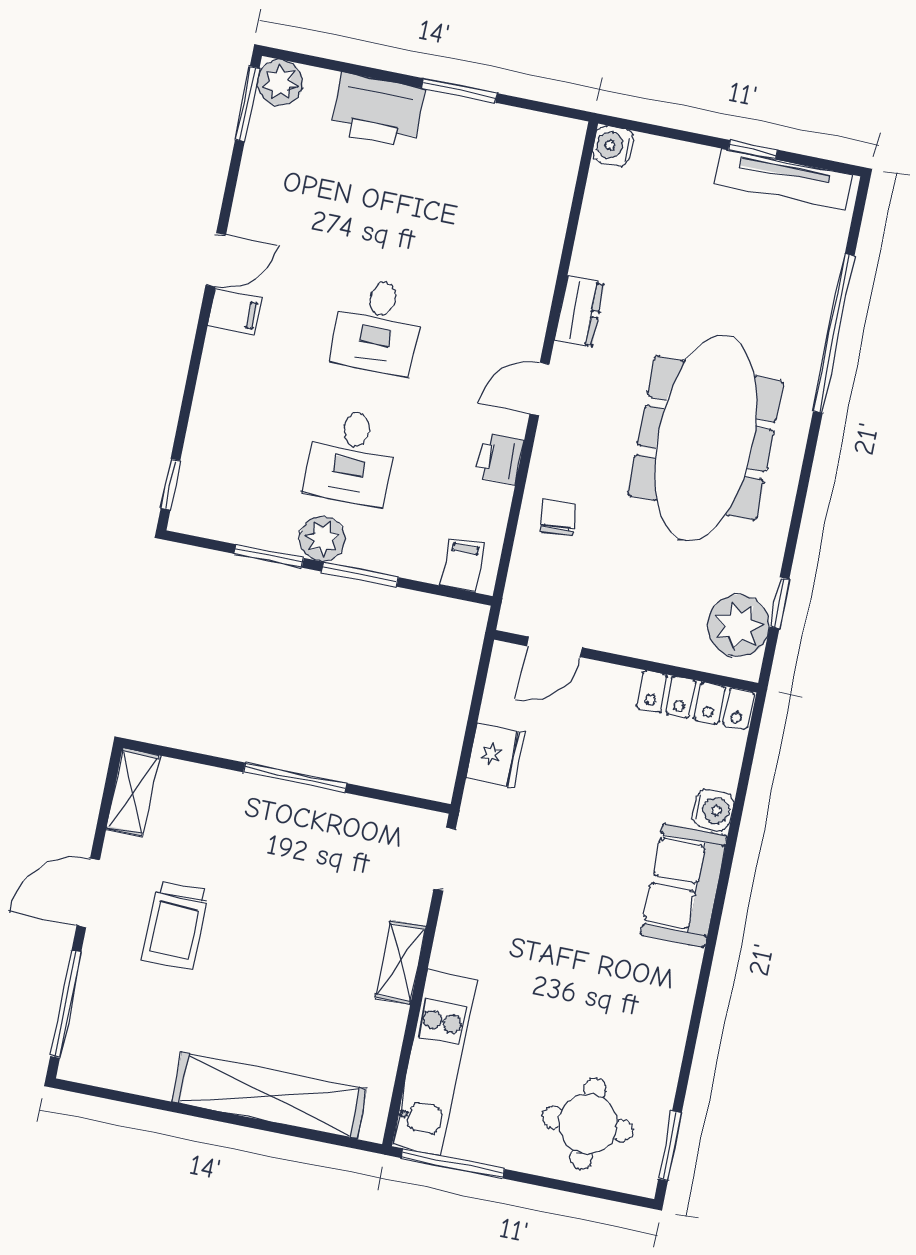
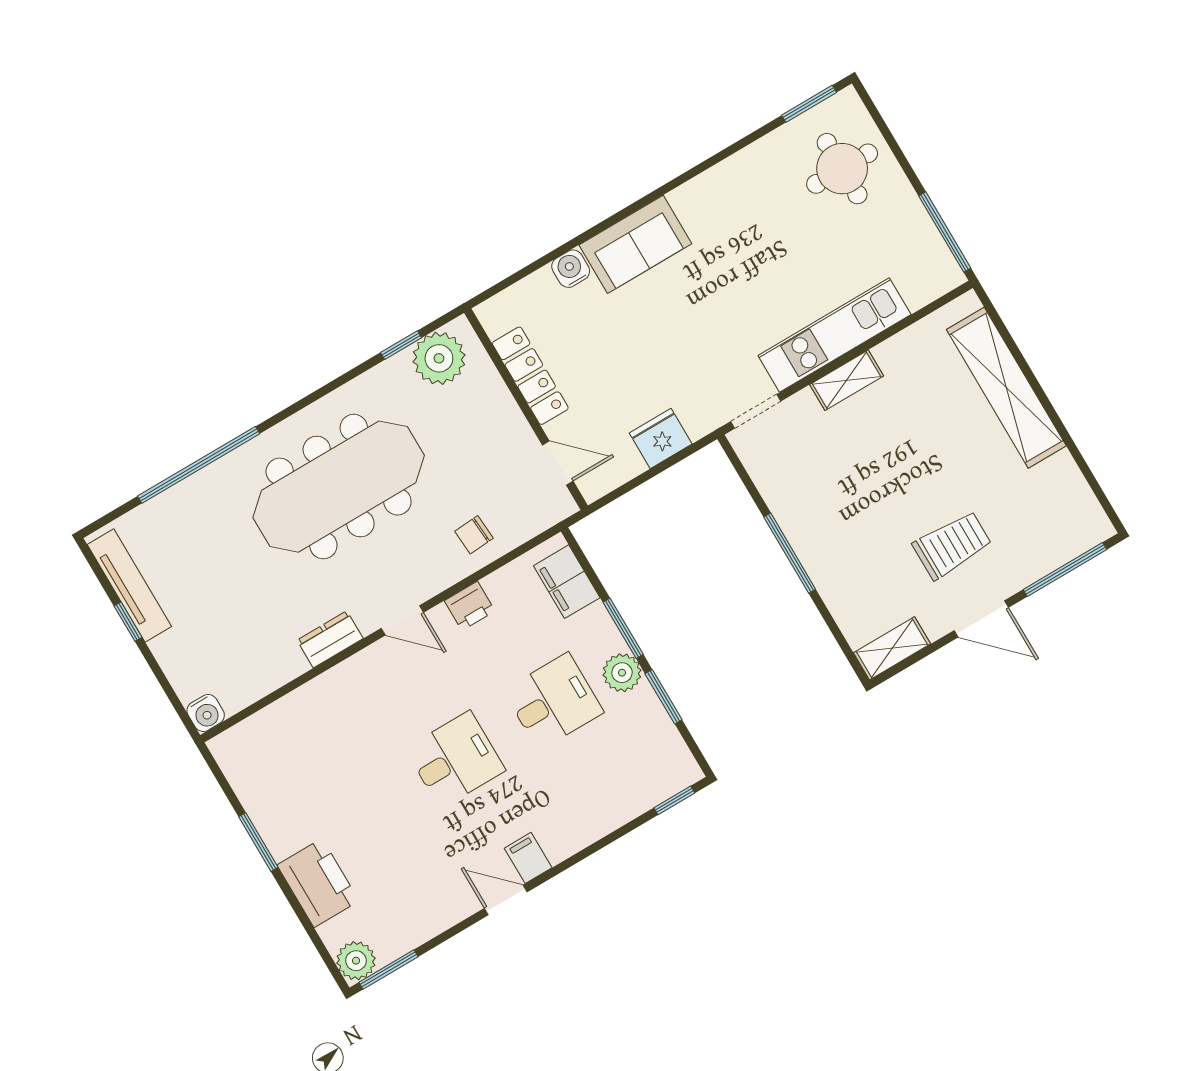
filing cabinet: (462, 565) -> (567, 582), width x2.00
locker: (695, 700) -> (530, 376), moved
kitchen unit: (434, 1062) -> (834, 335), moved

